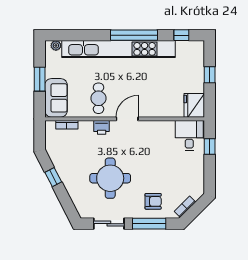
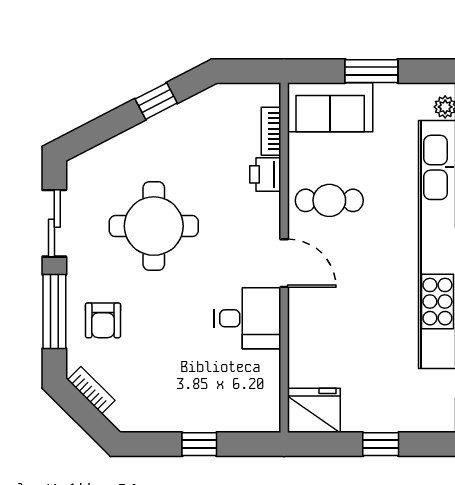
printer: (102, 127) -> (265, 174), moved
desk: (189, 135) -> (248, 318), moved
window: (210, 147) -> (199, 444), moved

